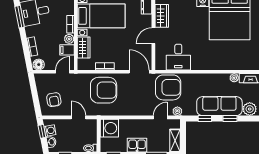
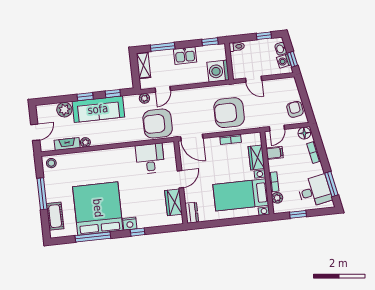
plant: (69, 39) -> (277, 198), moved
armchair: (54, 100) -> (295, 109), moved

